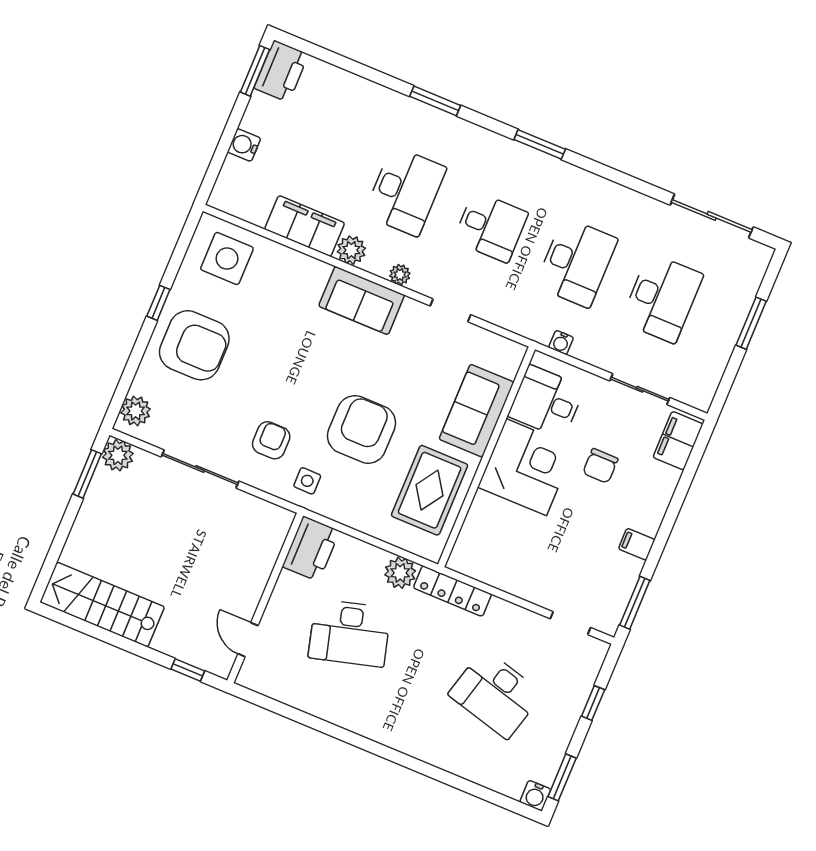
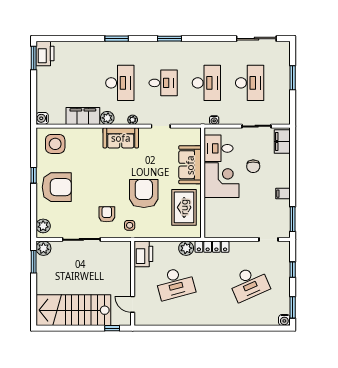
water cooler: (244, 145) -> (42, 118), moved
stairs: (102, 604) -> (73, 310), width x1.36, depth x1.51
desk: (496, 694) -> (249, 283), turned -39

